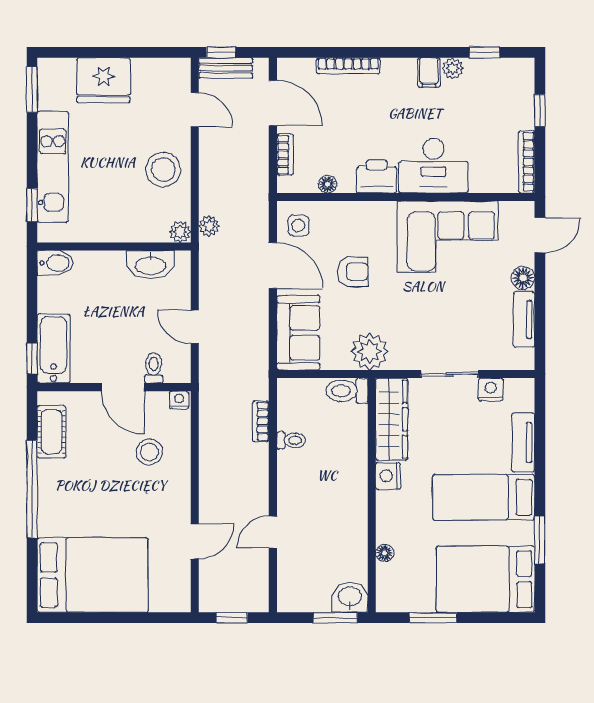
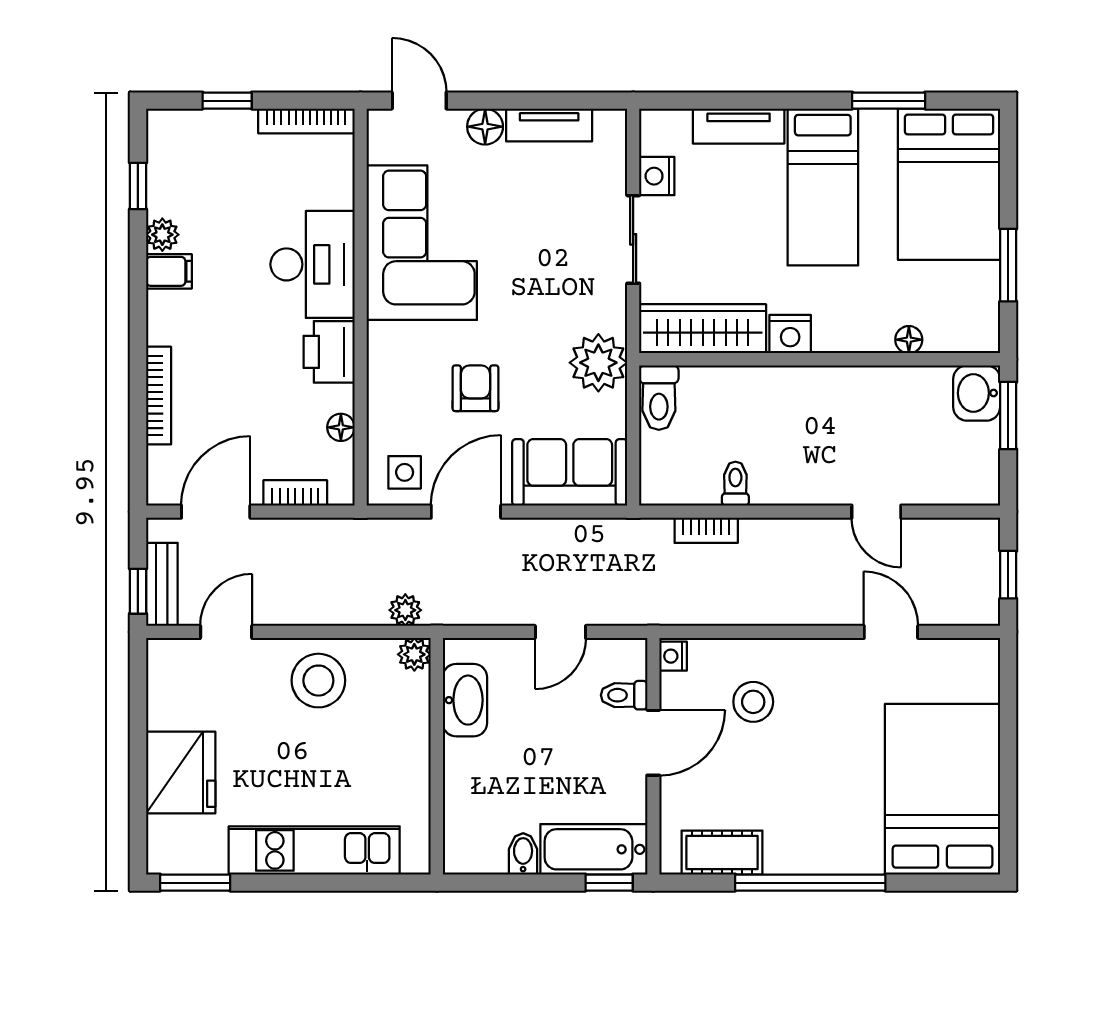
window: (32, 205) -> (373, 883), removed
bidet: (55, 263) -> (523, 854), moved, width x0.72, depth x0.74

